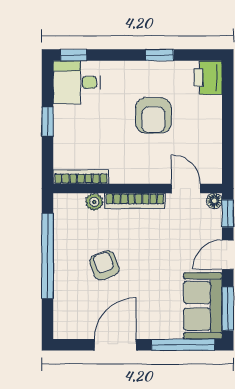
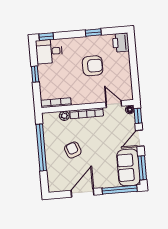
armchair: (153, 115) -> (93, 66), turned -90

